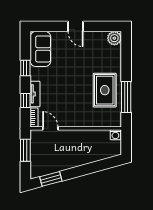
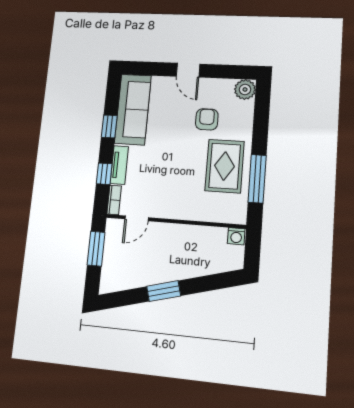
sofa: (40, 49) -> (133, 109), width x1.36
armchair: (91, 60) -> (207, 119), added
door: (50, 128) -> (137, 218), swing flipped
window: (51, 179) -> (164, 291), moved

